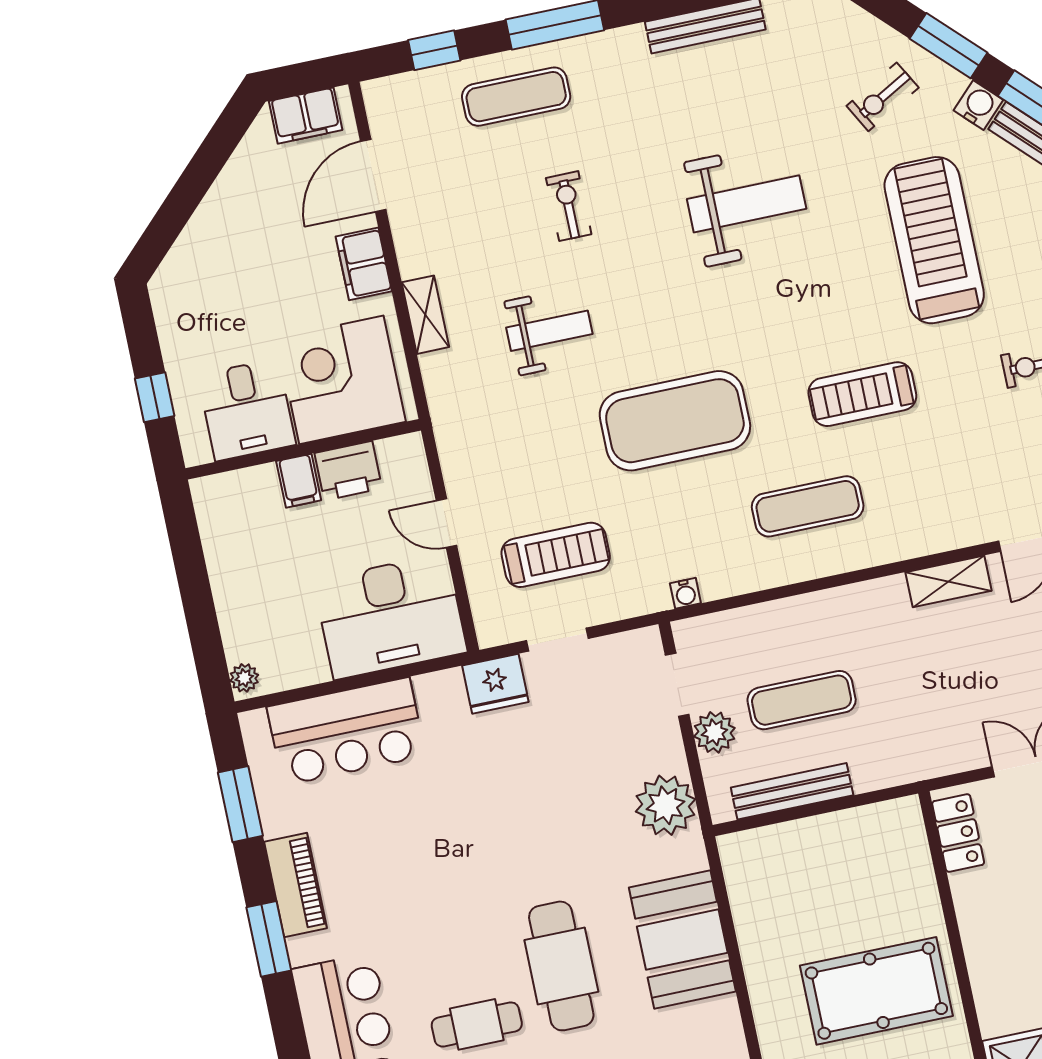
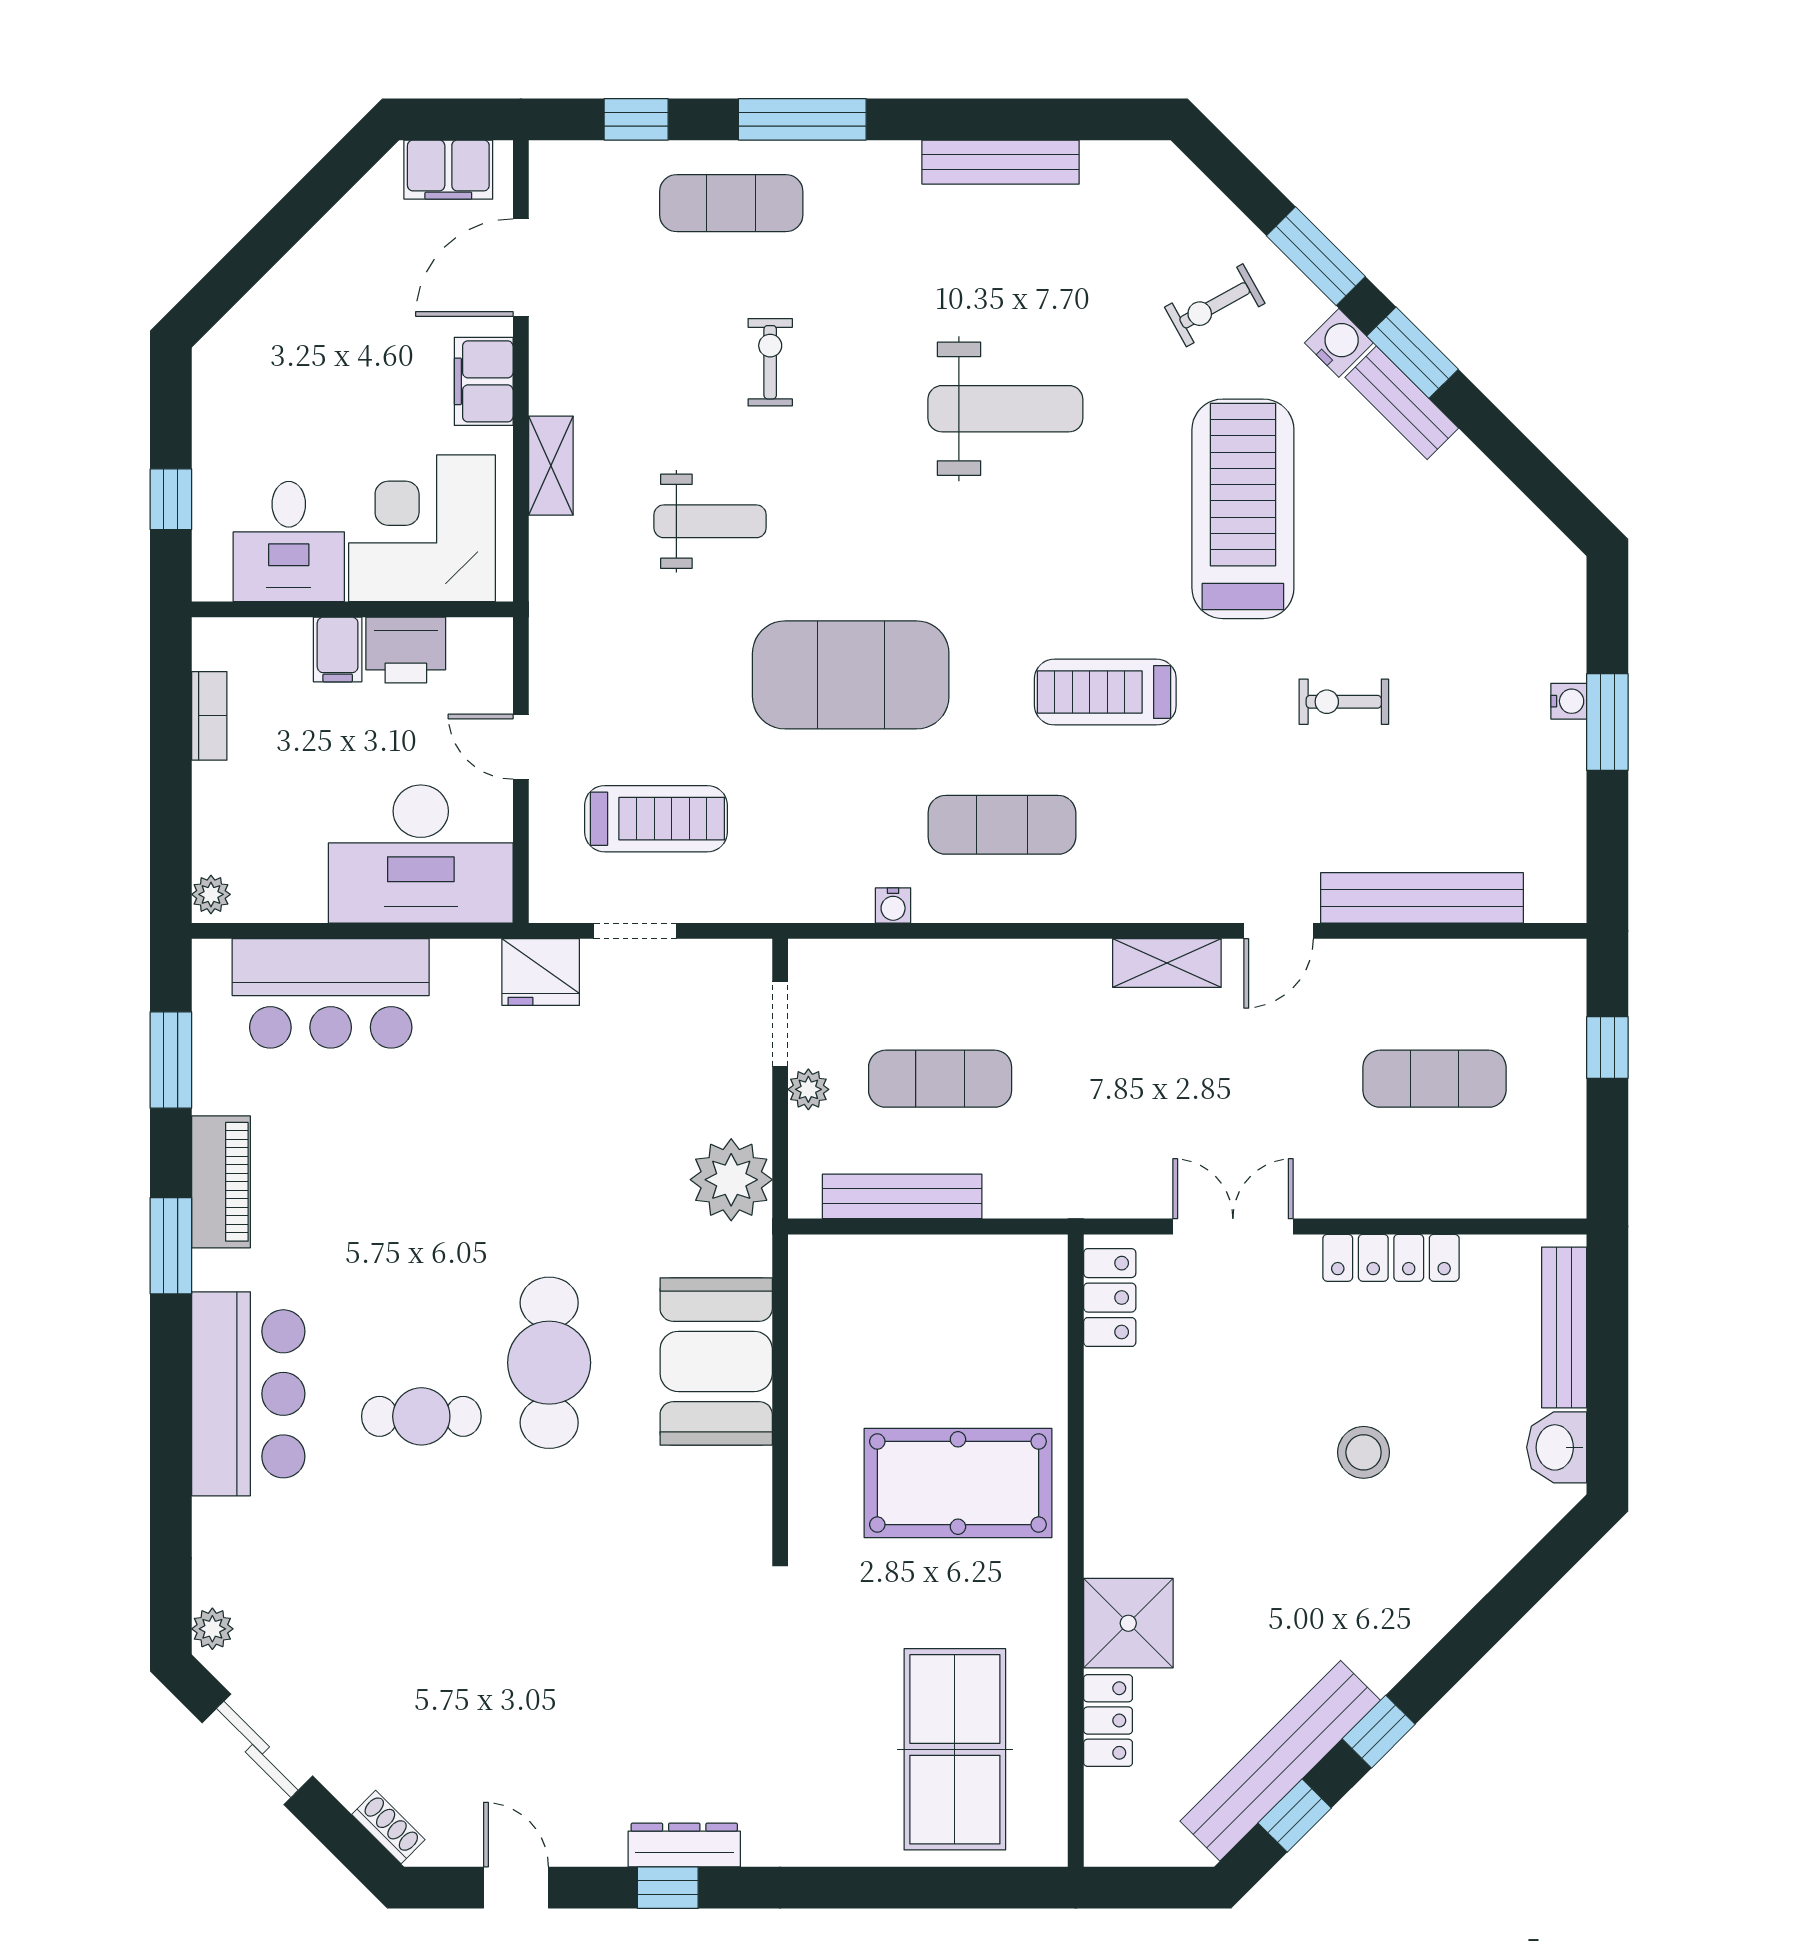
bookcase: (216, 549) -> (209, 716), added
water cooler: (685, 593) -> (893, 905), moved
plant: (714, 732) -> (808, 1089), width x0.73, depth x0.73

